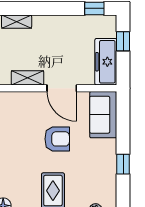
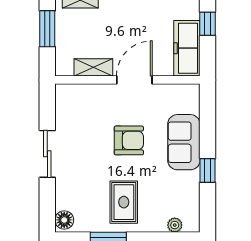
door: (62, 88) -> (134, 80), swing flipped
sofa: (103, 115) -> (184, 142), moved

